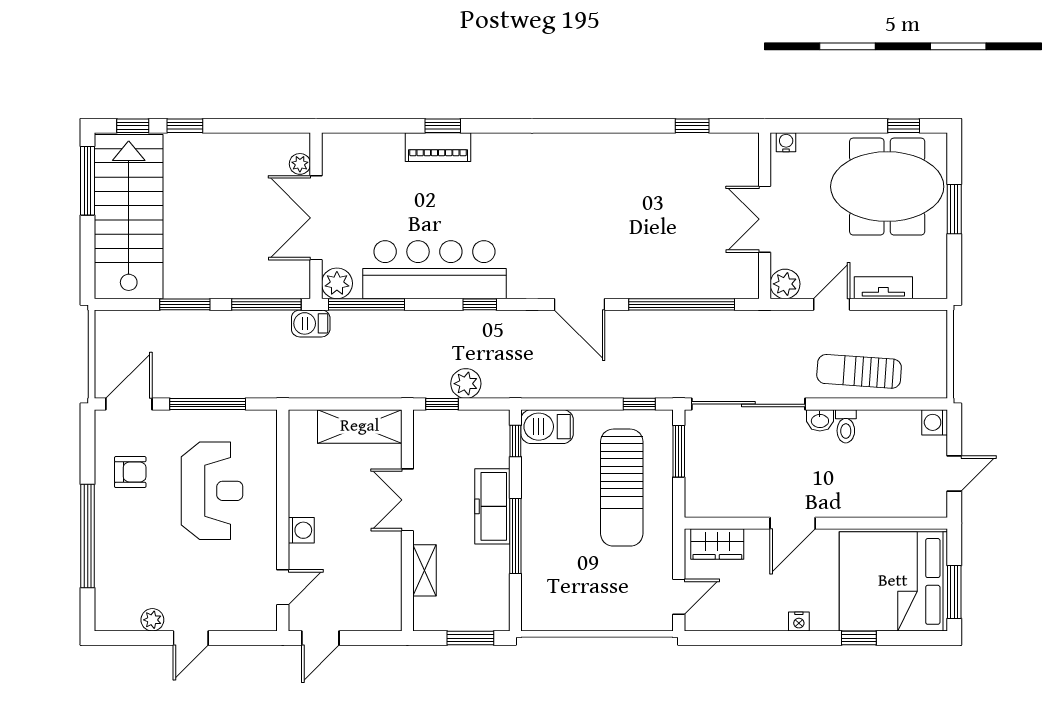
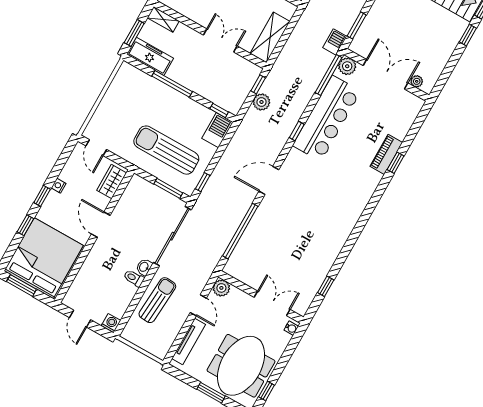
double door: (765, 219) -> (272, 303), moved
tv unit: (883, 288) -> (189, 341), width x1.41
window: (266, 304) -> (357, 25), width x0.69
freezer: (492, 506) -> (150, 56), moved
shelving: (425, 570) -> (163, 19), moved
nightstand: (799, 622) -> (59, 186), moved
window: (799, 638) -> (42, 196), added

